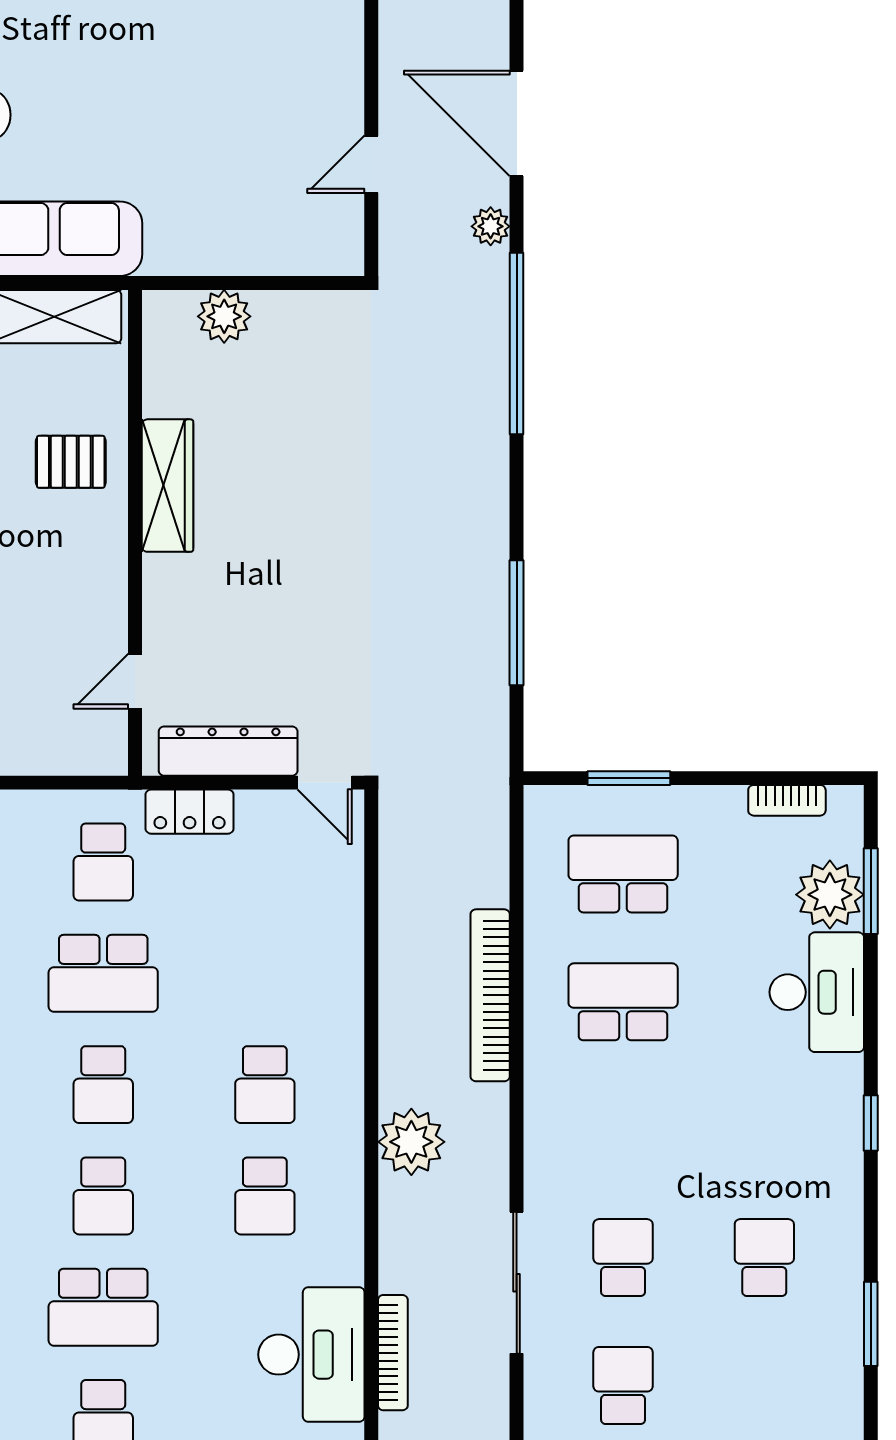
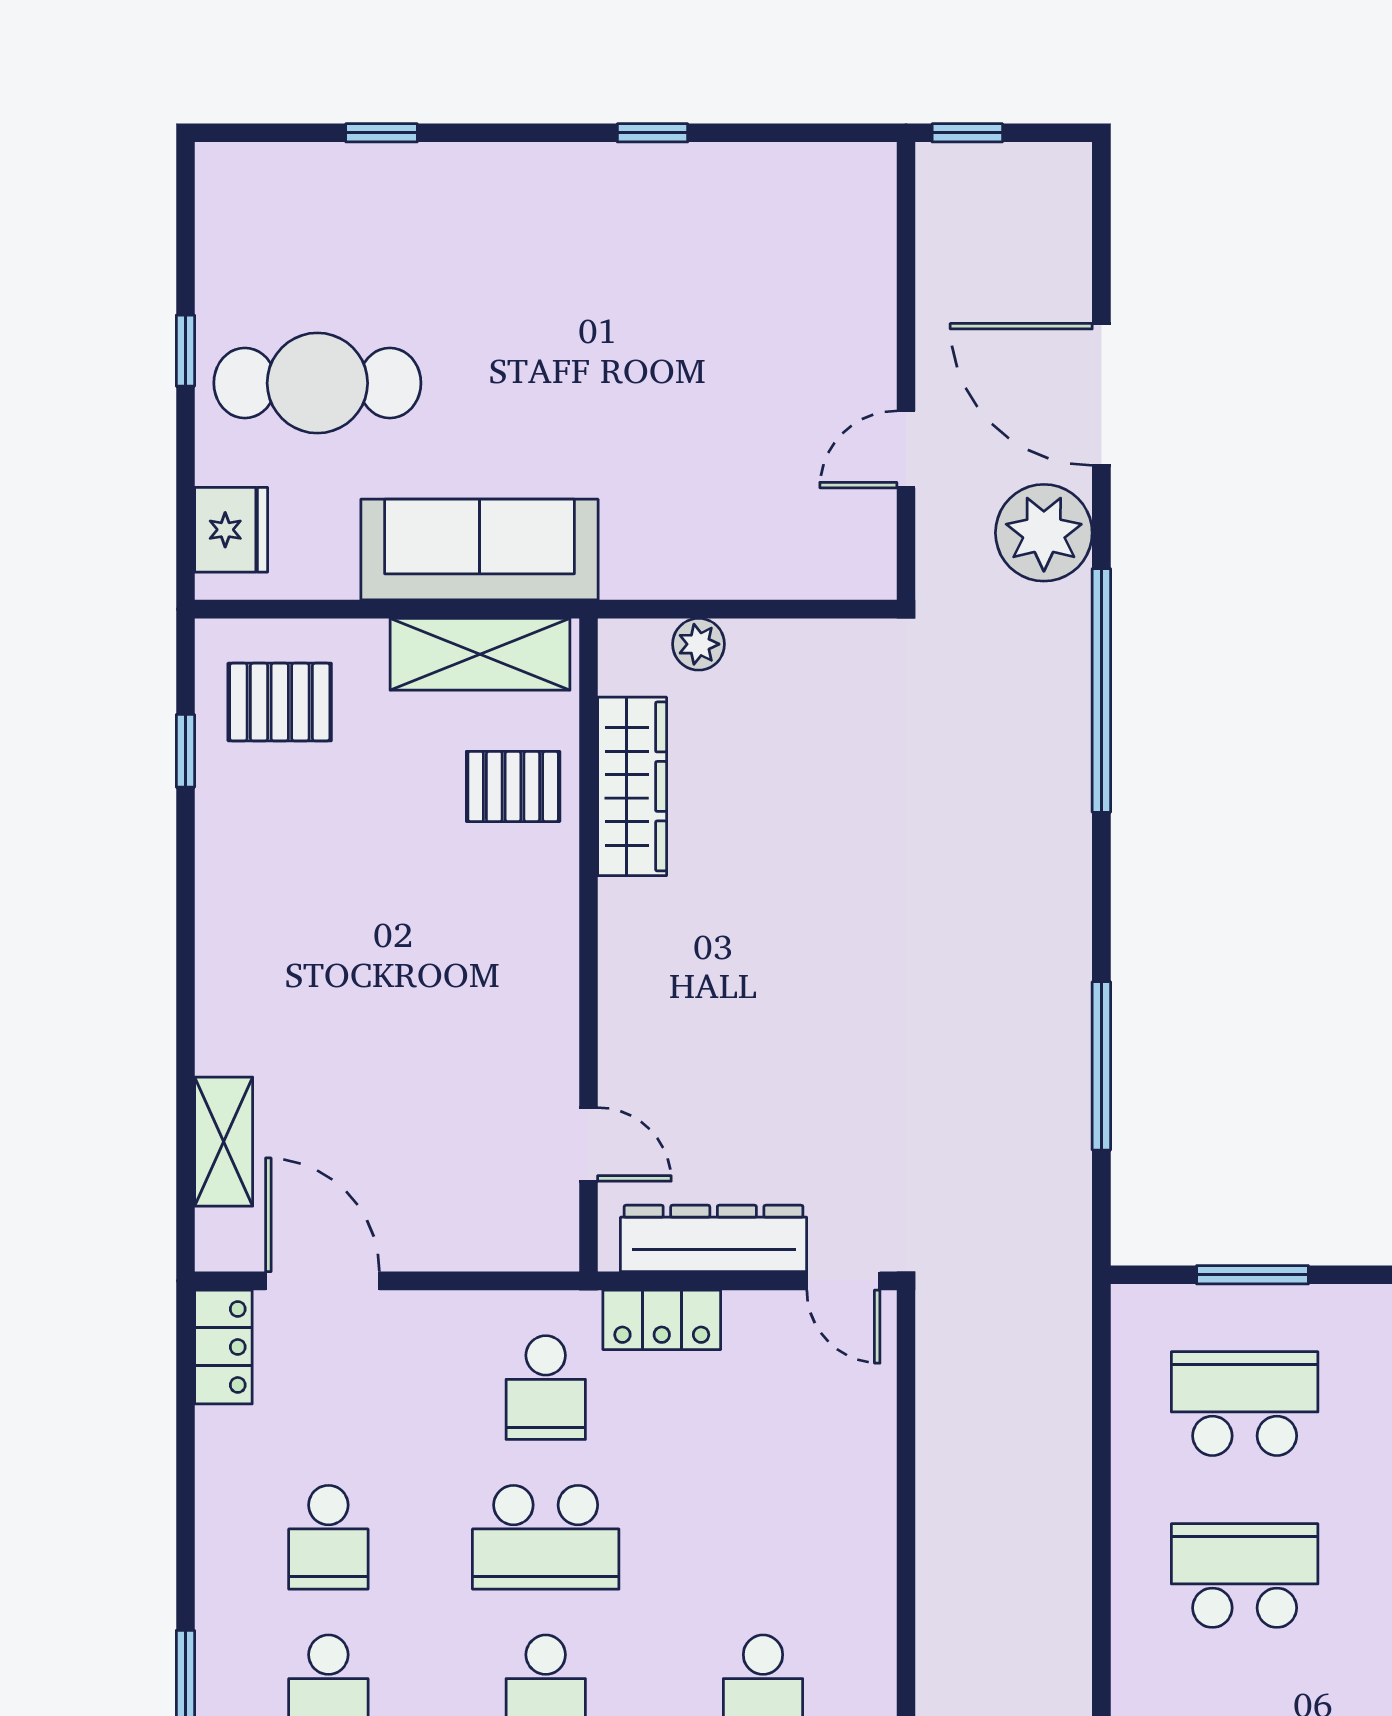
plant: (491, 226) -> (1044, 533), width x1.87, depth x1.87
plant: (224, 316) -> (699, 644), width x0.73, depth x0.73
pallet: (71, 462) -> (513, 786), moved
wardrobe: (167, 486) -> (632, 786), moved
door: (135, 681) -> (588, 1144), swing flipped
bookcase: (490, 995) -> (1066, 1567), removed

